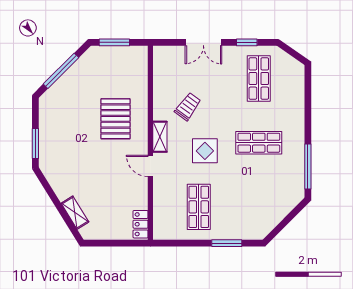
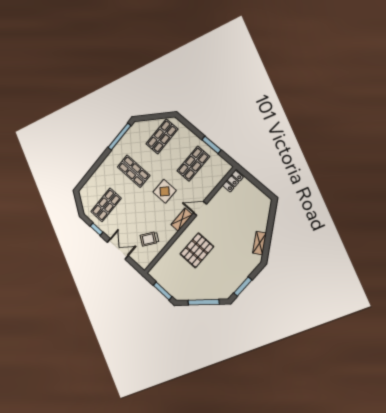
trolley: (188, 106) -> (149, 239), moved
window: (35, 143) -> (243, 287), moved
door: (150, 166) -> (200, 208), swing flipped
shop shelf: (259, 207) -> (162, 136), added
shelving: (75, 213) -> (260, 243), moved
window: (227, 243) -> (212, 145), moved

